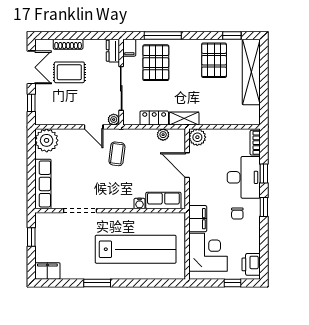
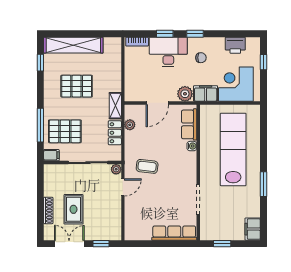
dresser: (113, 51) -> (54, 170), removed
pallet: (214, 60) -> (77, 86), moved
plant: (197, 137) -> (185, 94), moved
plant: (47, 140) -> (135, 230), removed
printer: (251, 264) -> (235, 45), moved

